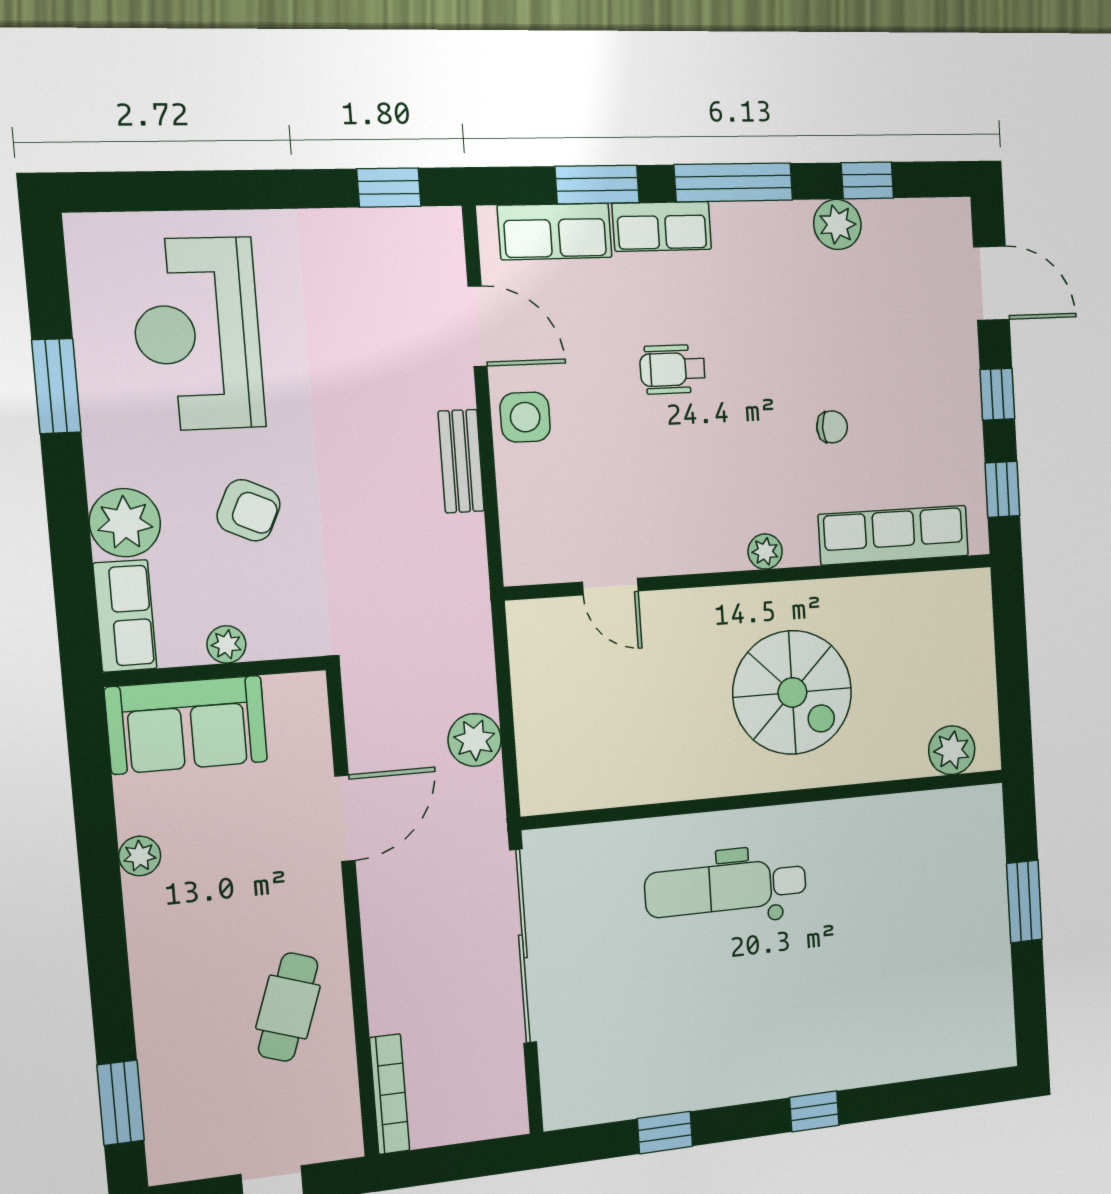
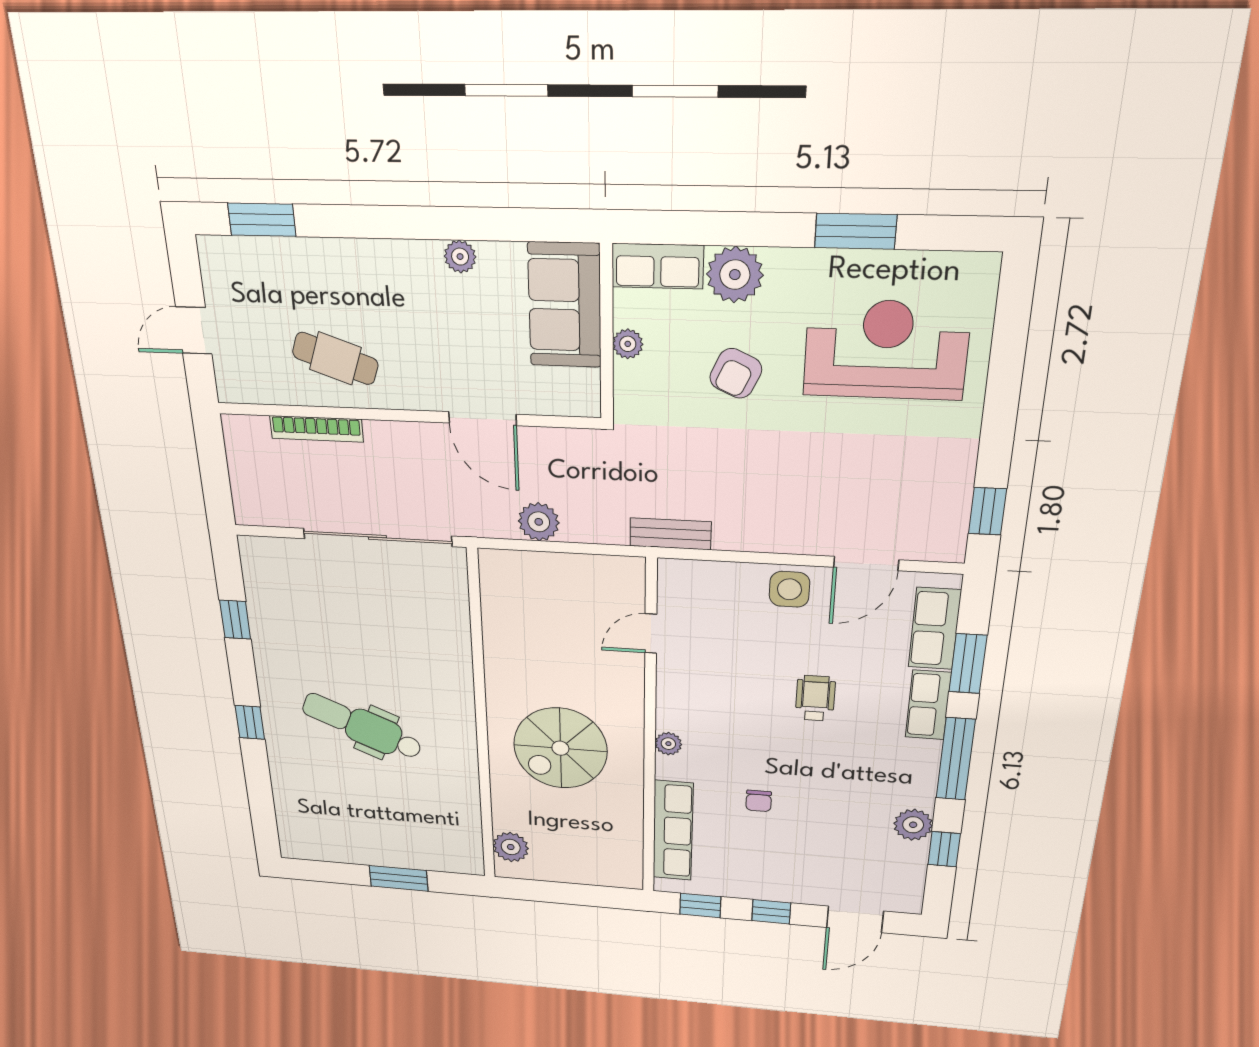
bench: (461, 461) -> (671, 534), moved
dental chair: (726, 888) -> (362, 726), moved, turned -67
bookcase: (390, 1094) -> (316, 429), moved

